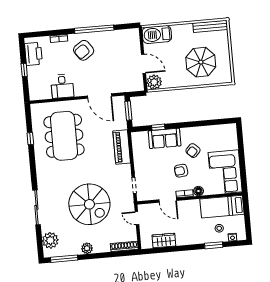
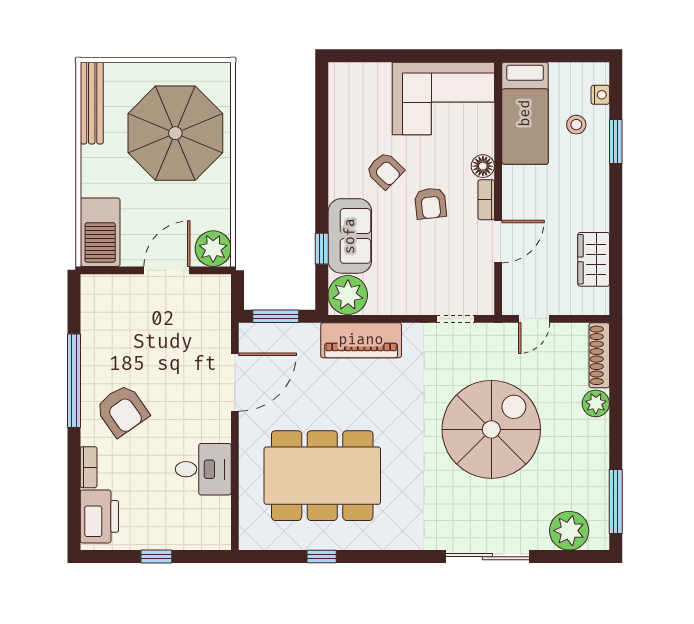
printer: (33, 54) -> (99, 516), moved, turned 90
parasol: (201, 62) -> (175, 133), width x1.36, depth x1.36
plant: (140, 140) -> (348, 295), added
plant: (87, 248) -> (596, 403), moved

